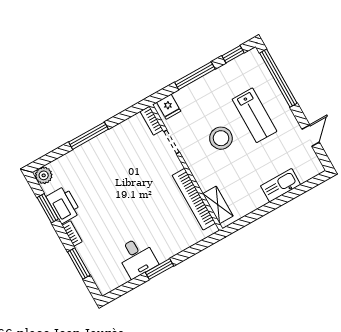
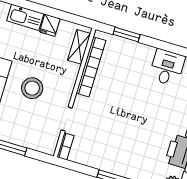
fridge: (169, 107) -> (50, 25), moved, turned 180
window: (159, 269) -> (127, 35), moved

